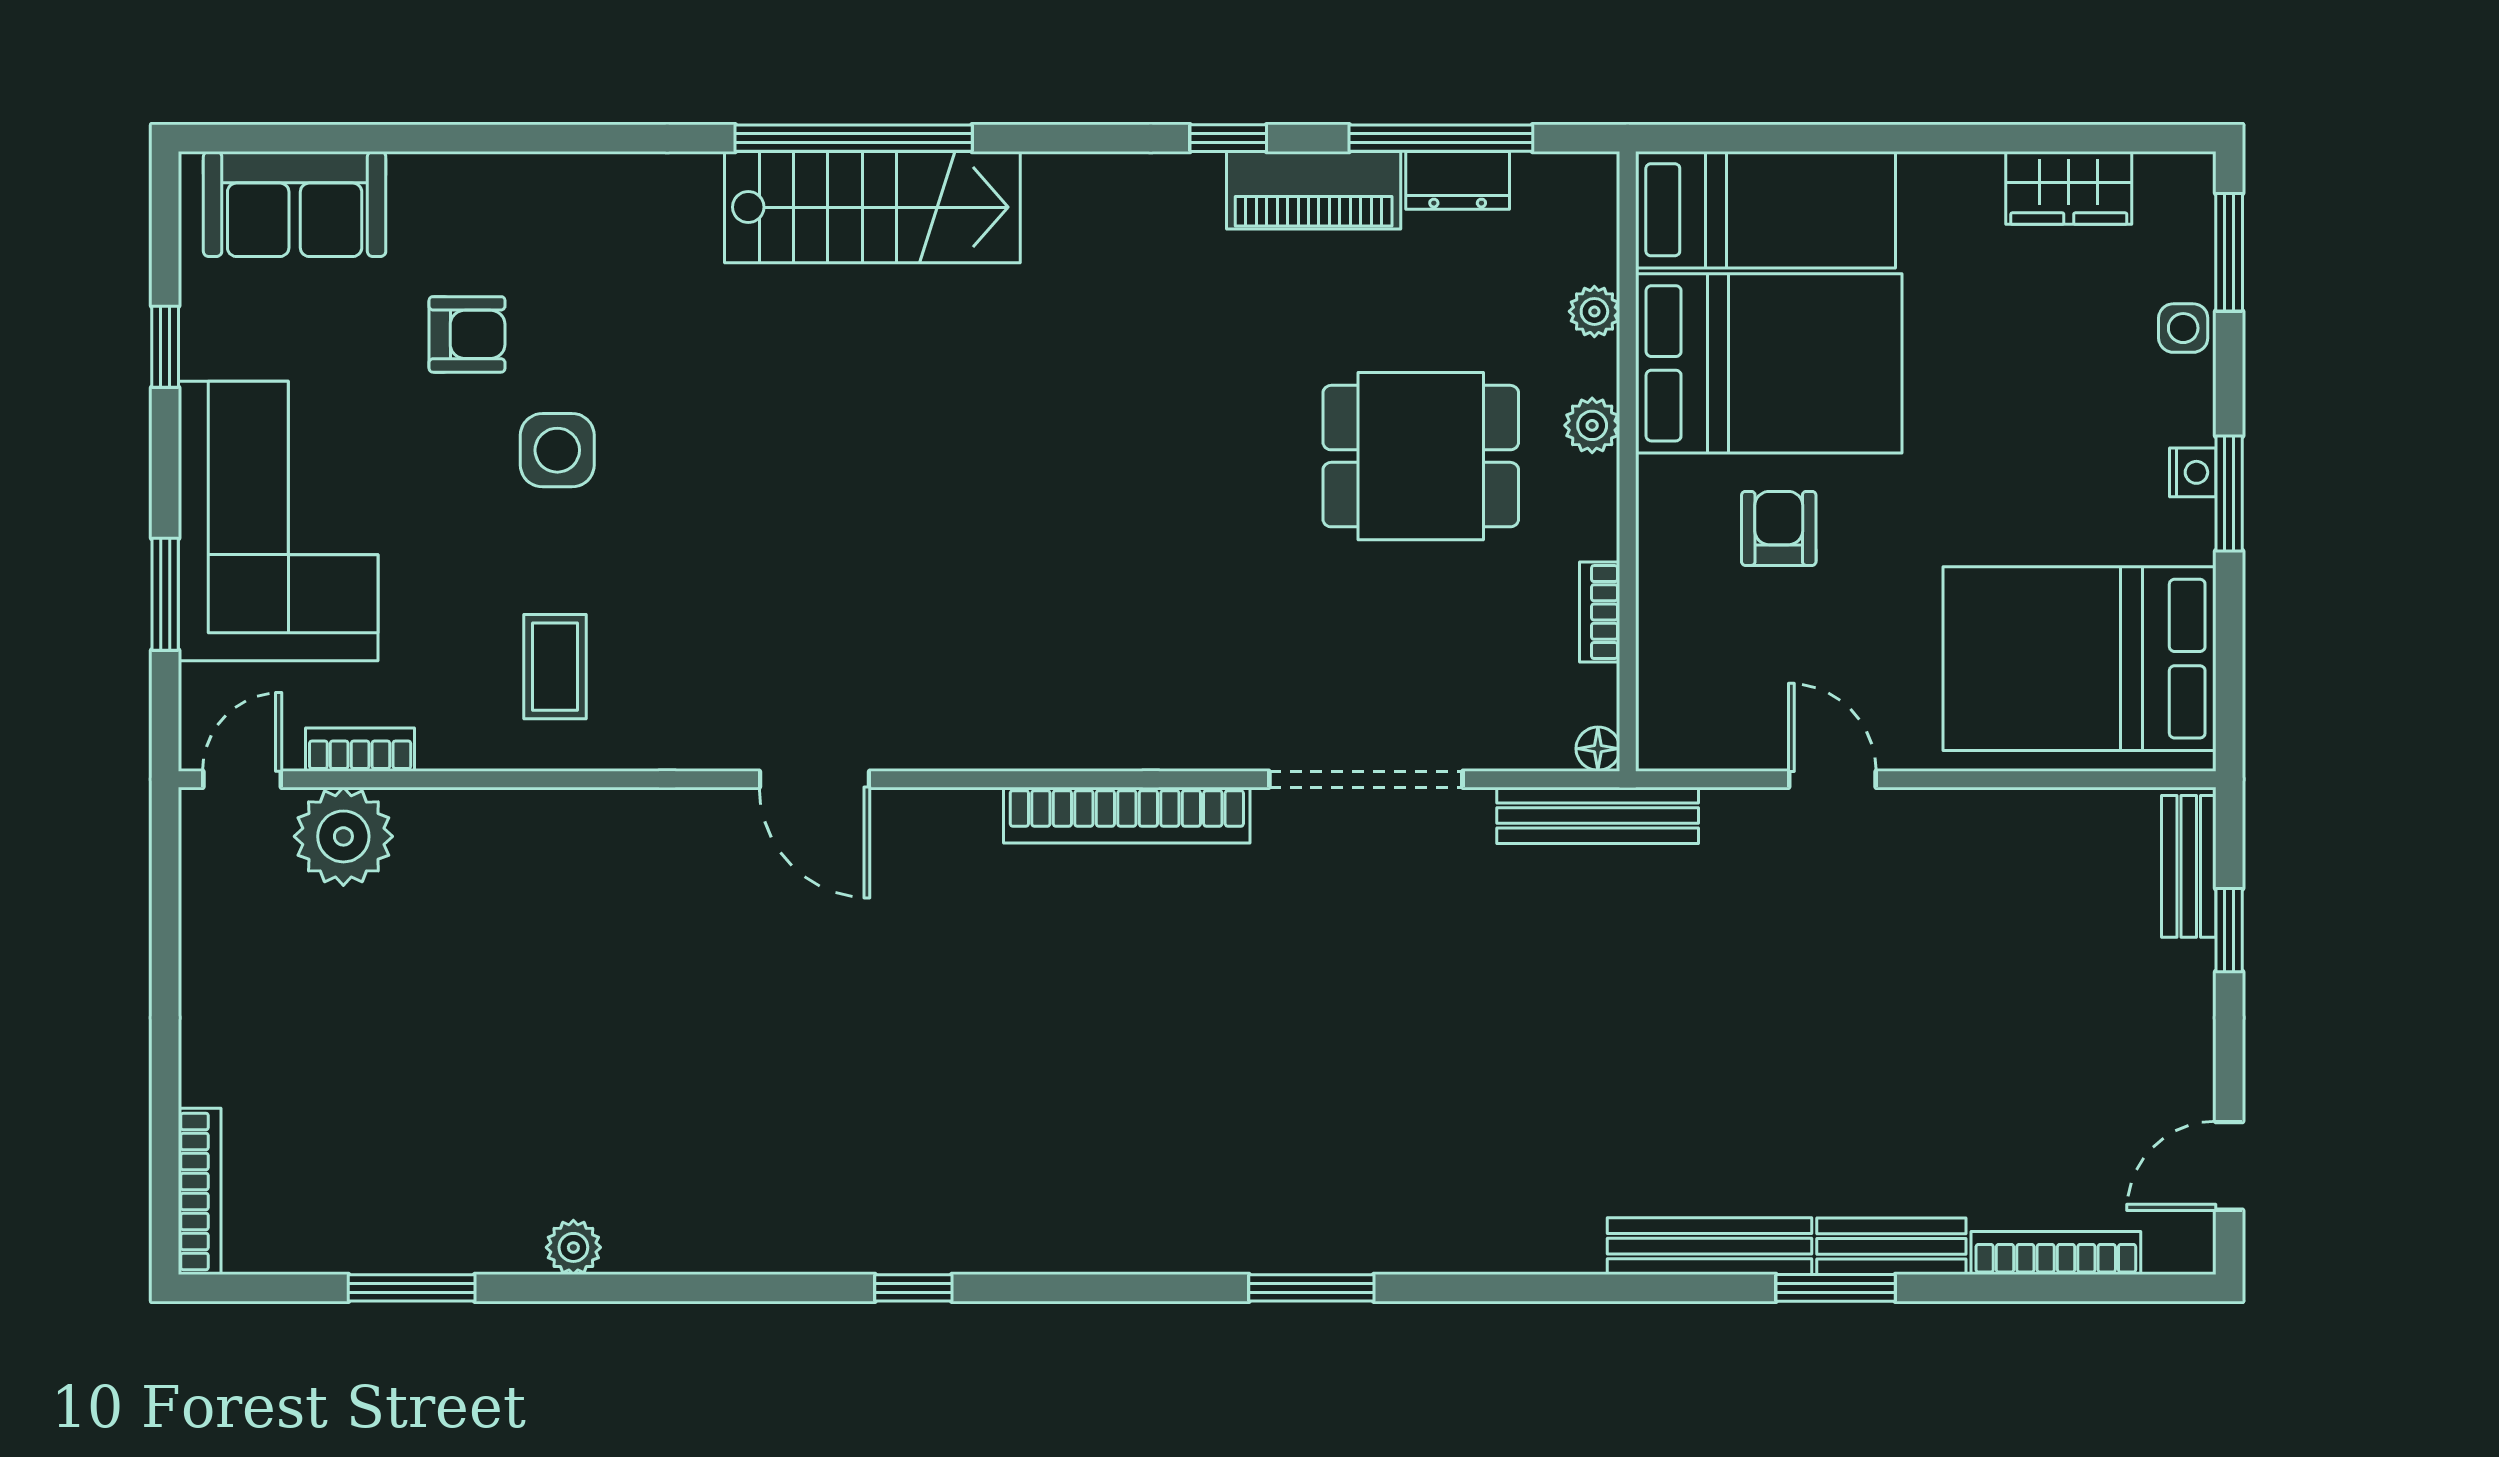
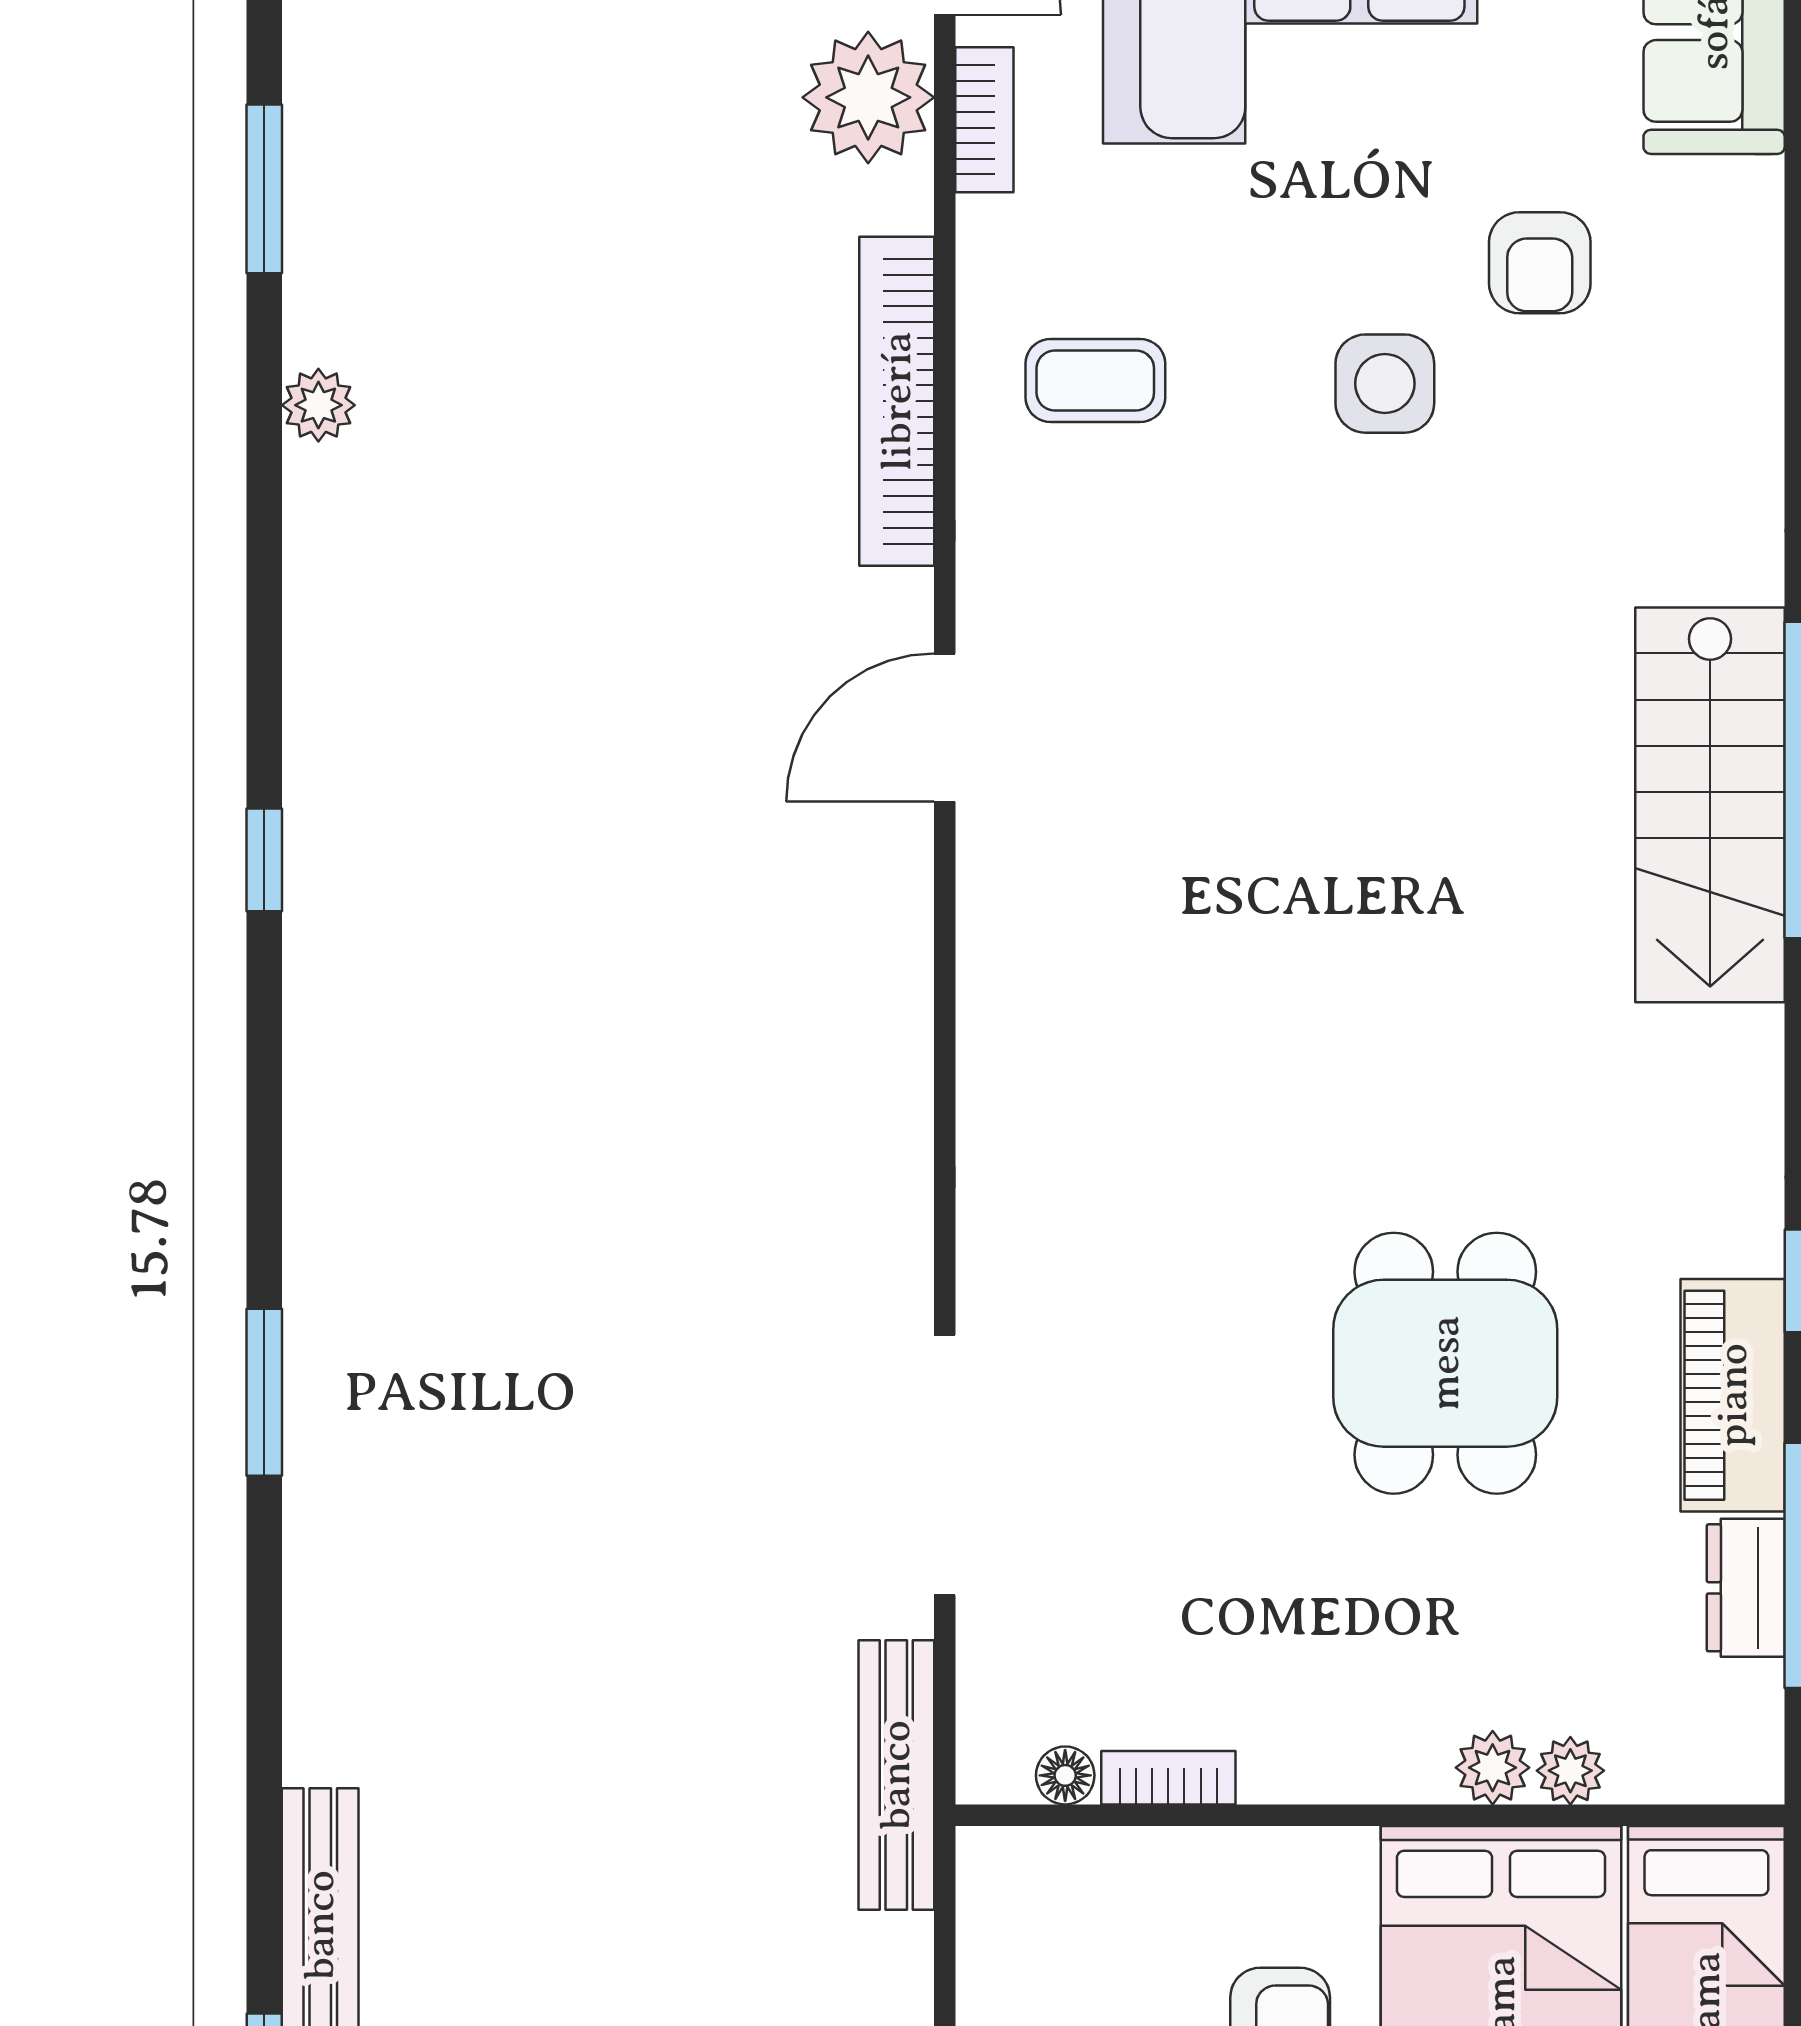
plant: (1592, 425) -> (1493, 1768), moved
dining table: (1421, 456) -> (1445, 1363), moved
floor lamp: (1598, 749) -> (1065, 1775), moved
bookcase: (1127, 815) -> (897, 401), moved

